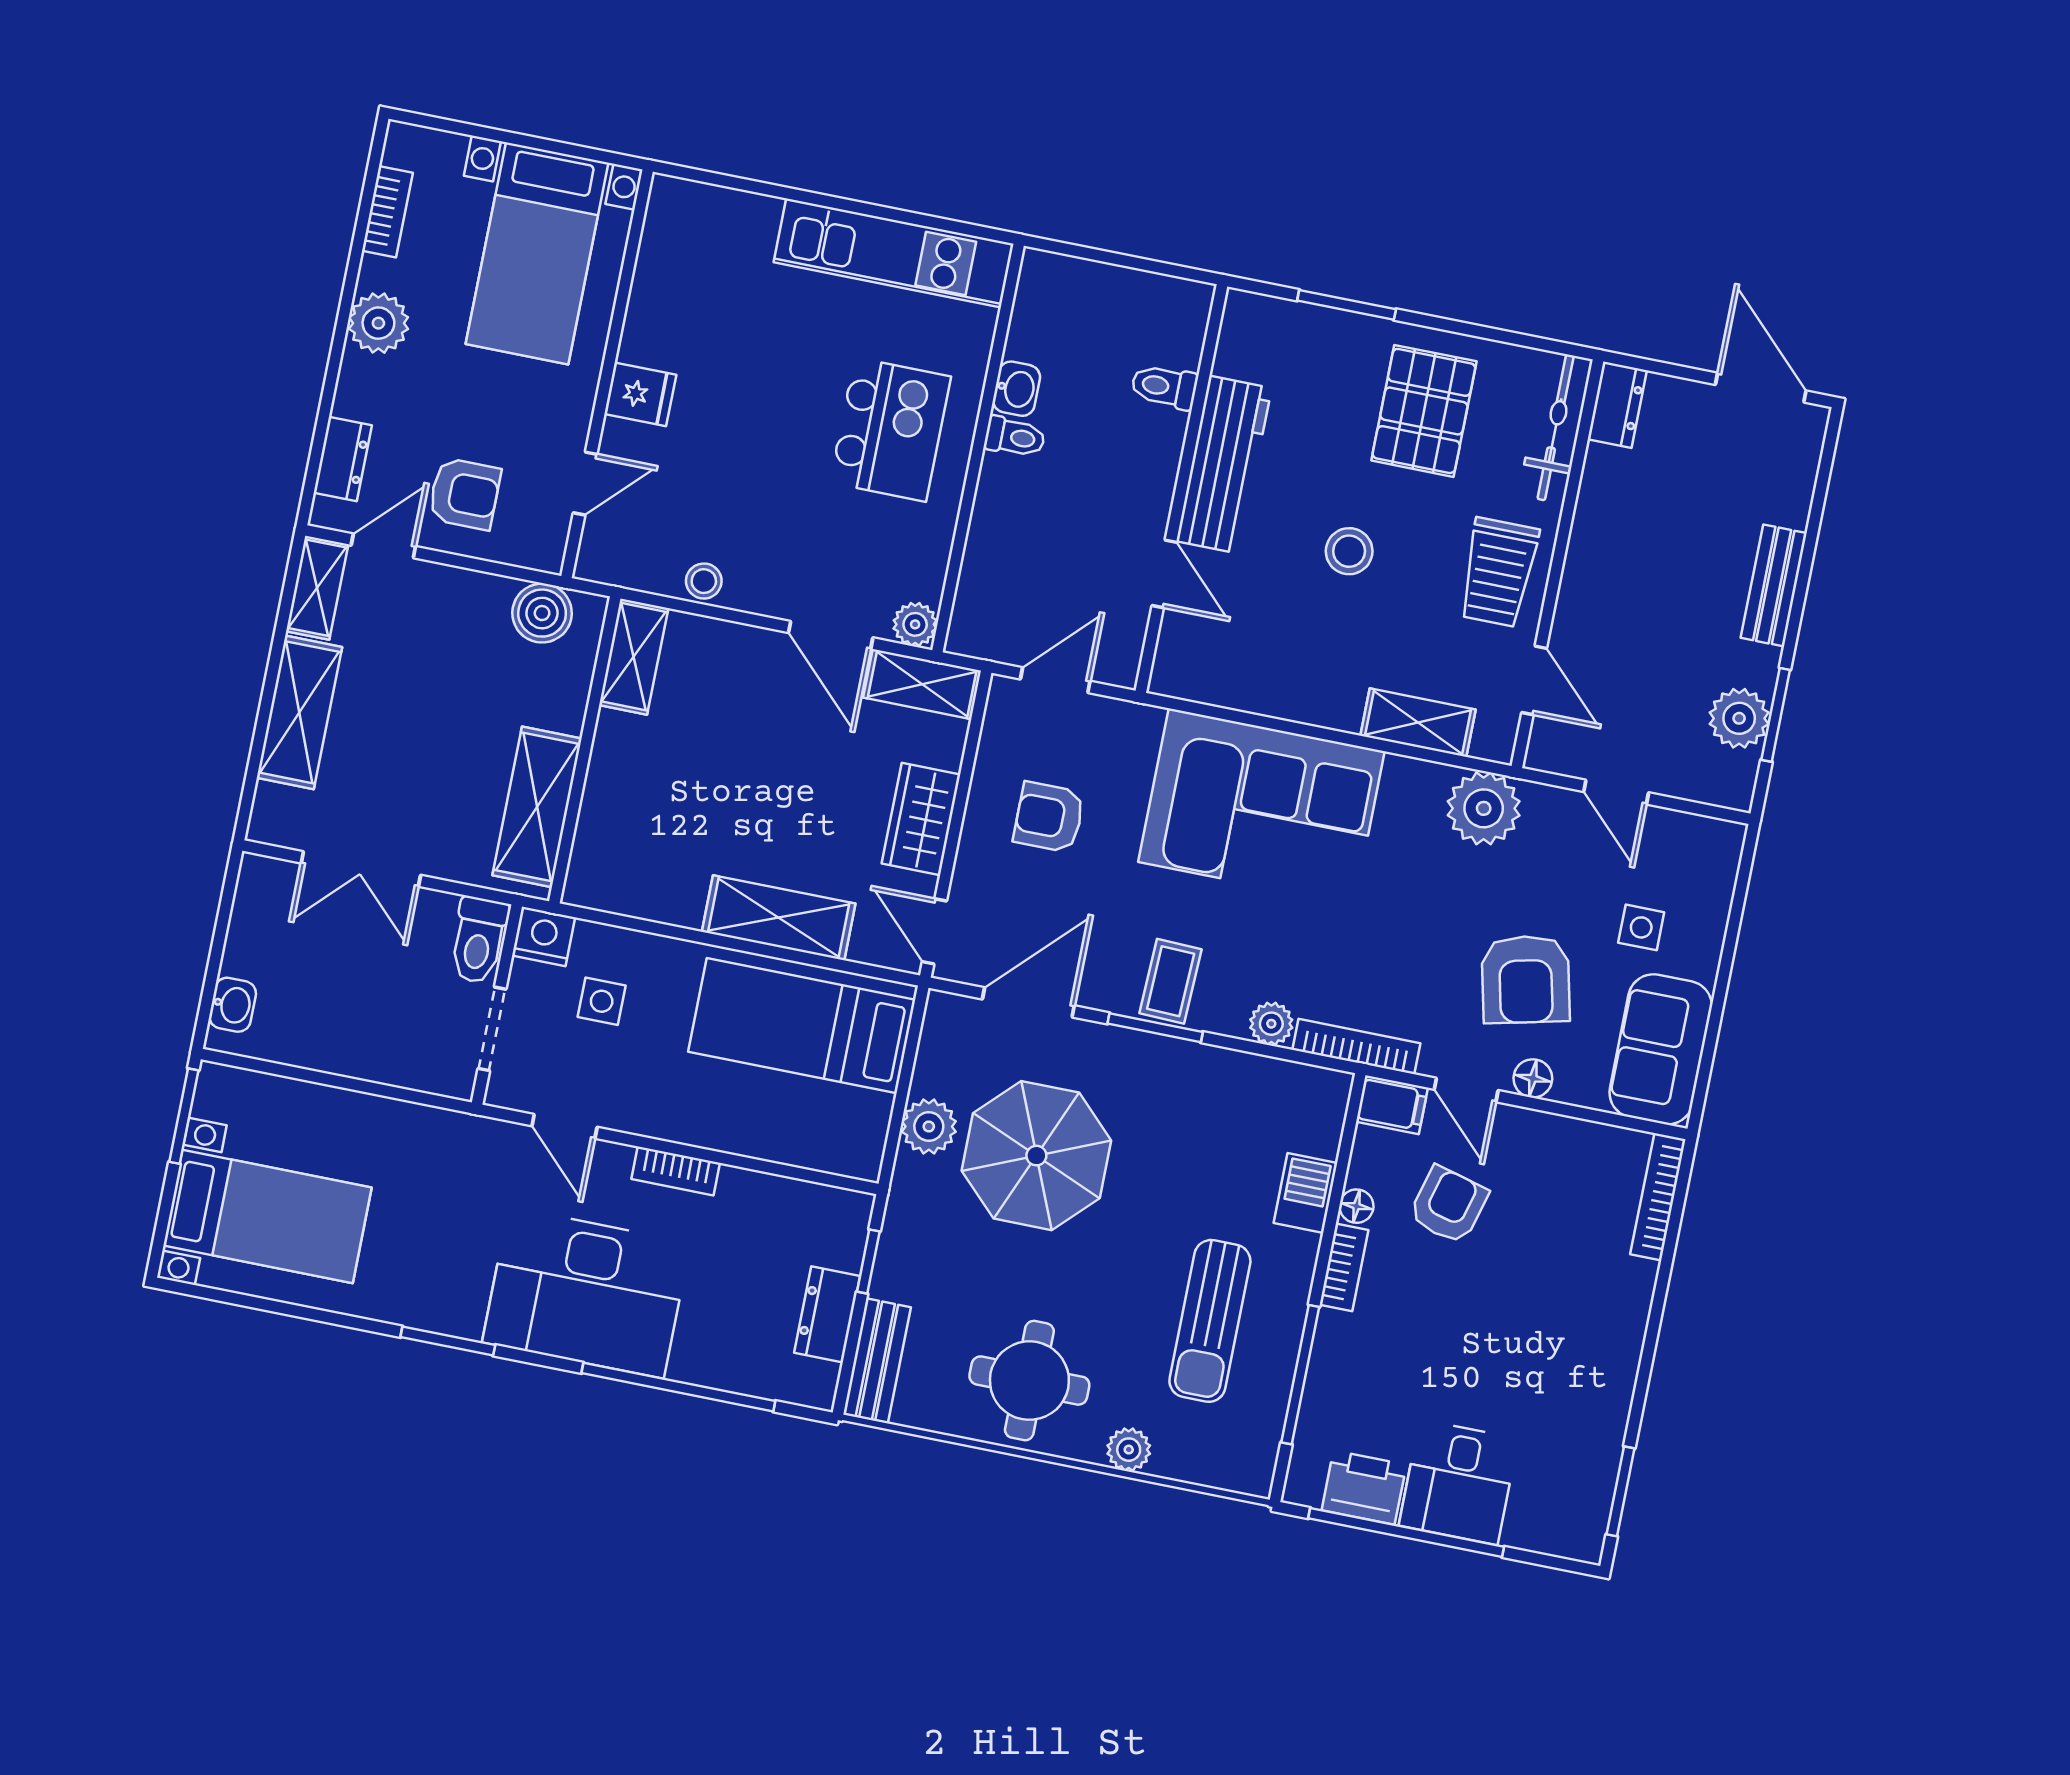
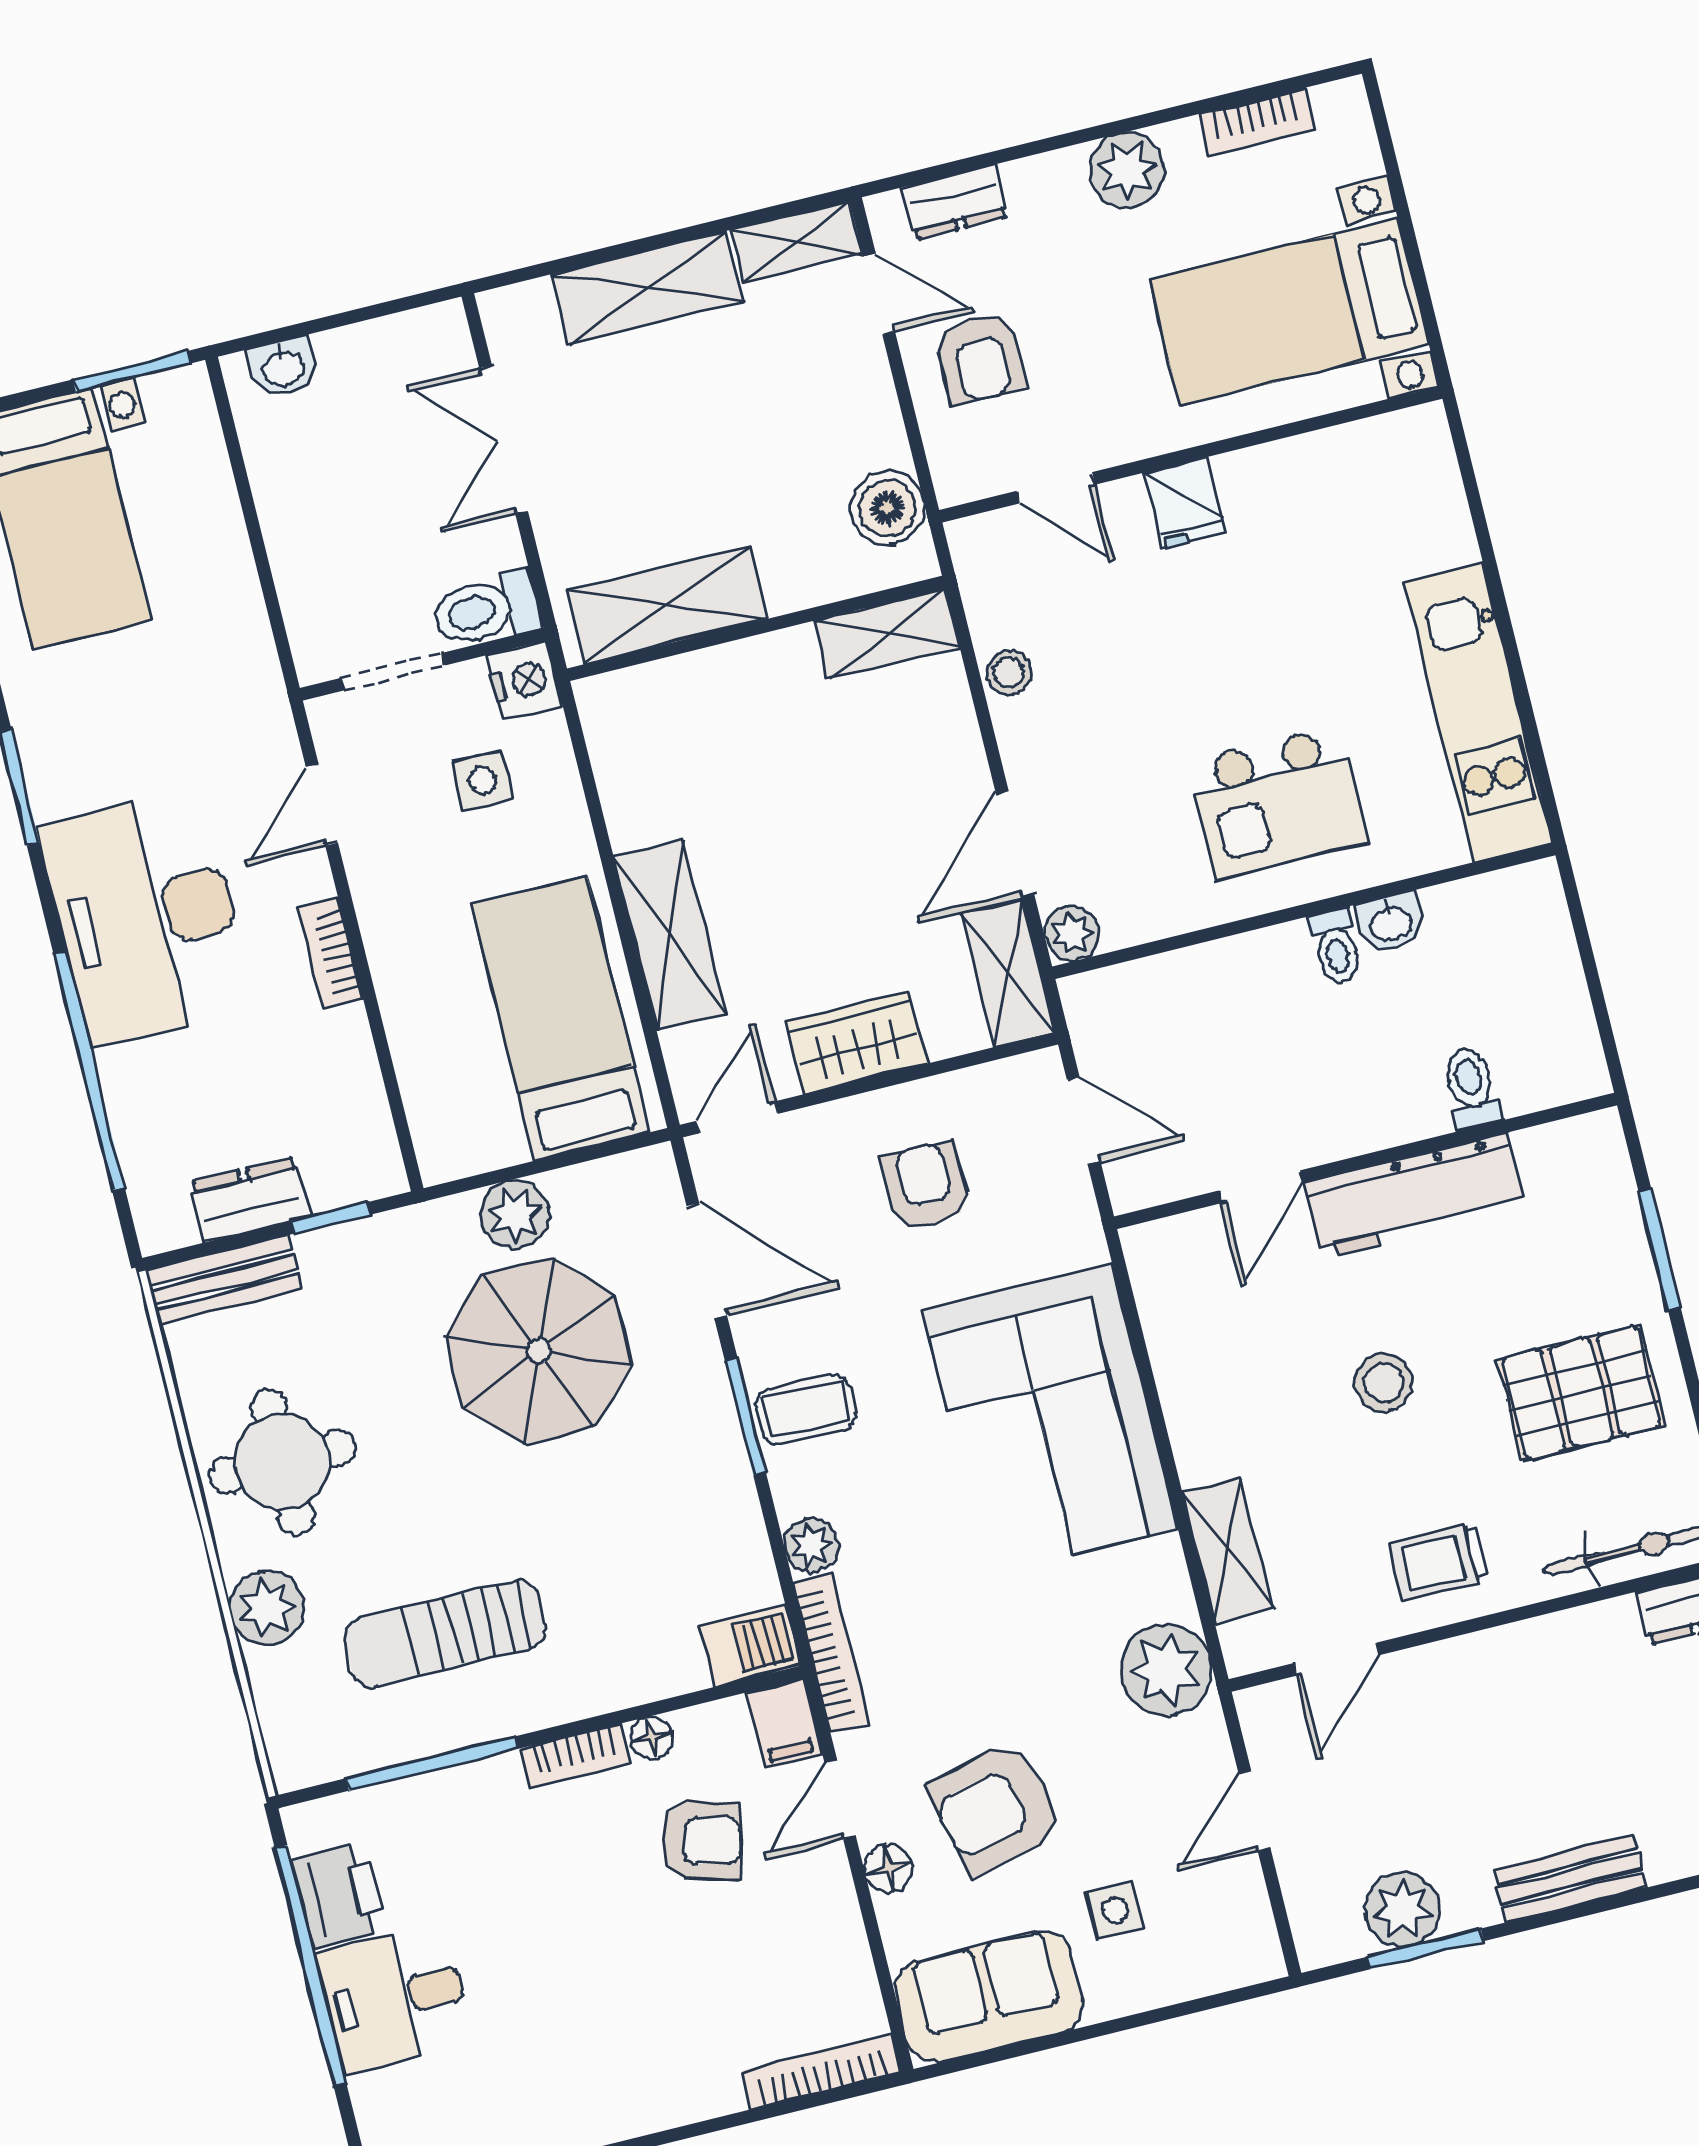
trolley: (1498, 572) -> (1439, 1562), width x0.73, depth x0.72
barbecue: (1305, 1193) -> (750, 1646), moved
plant: (1129, 1450) -> (267, 1608), width x1.38, depth x1.38

